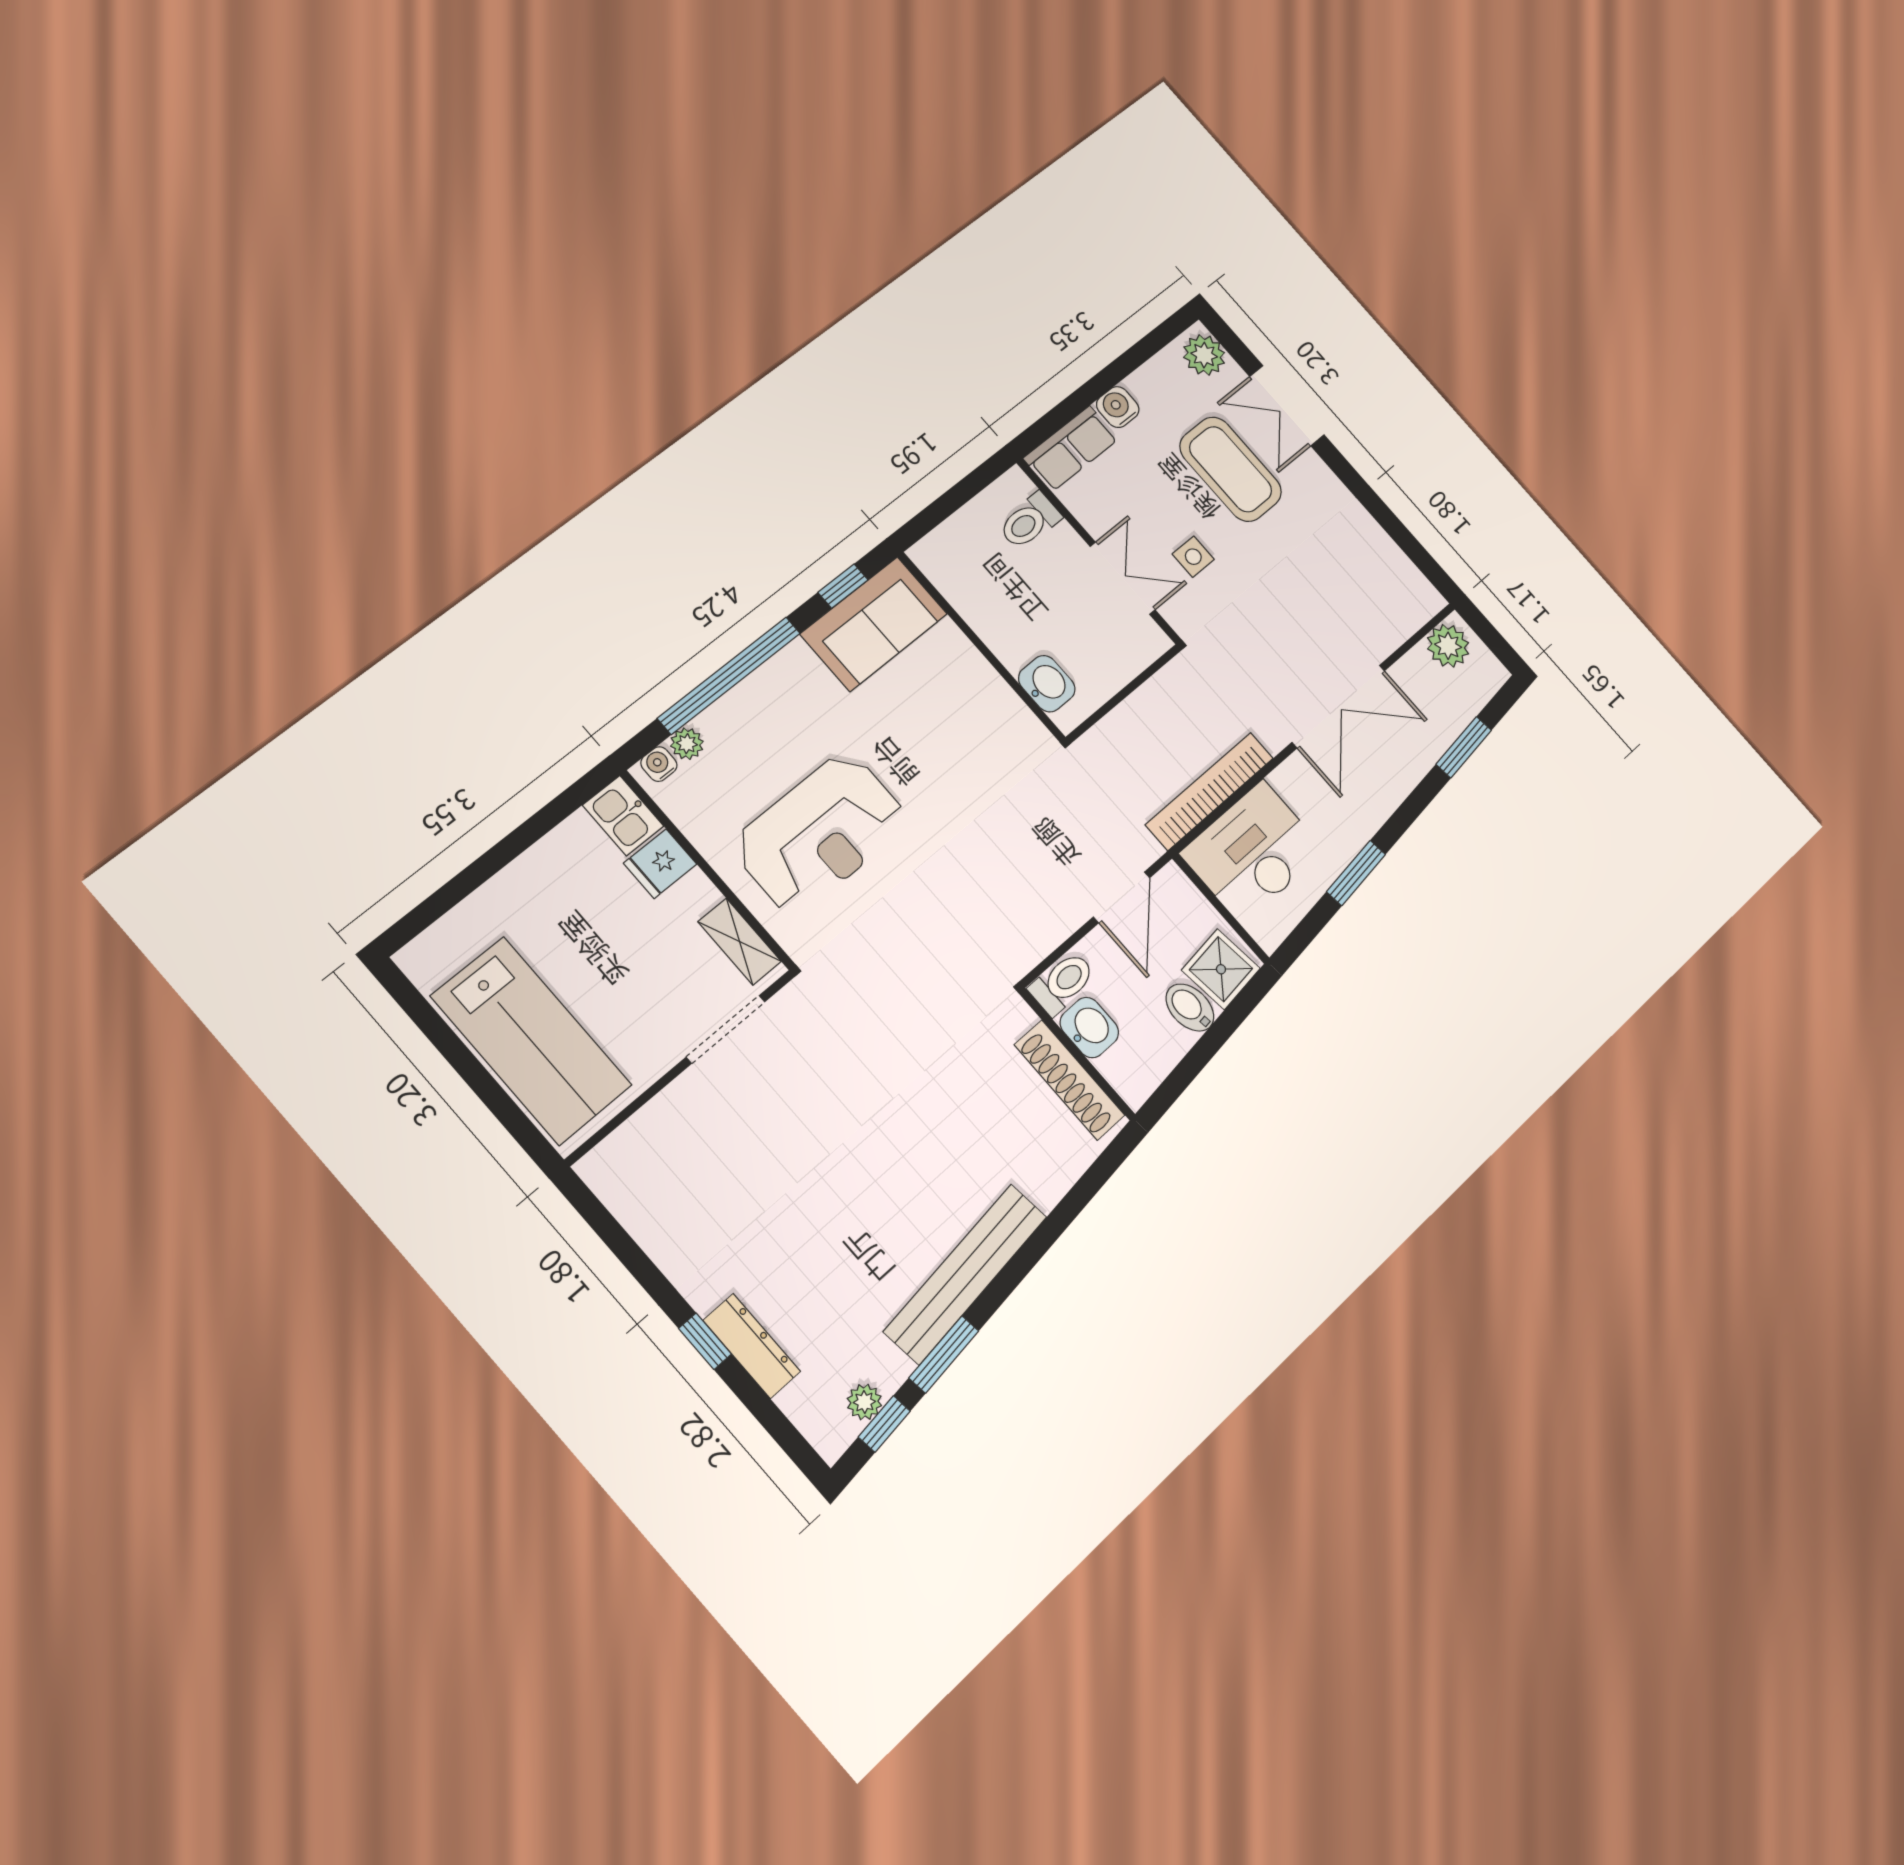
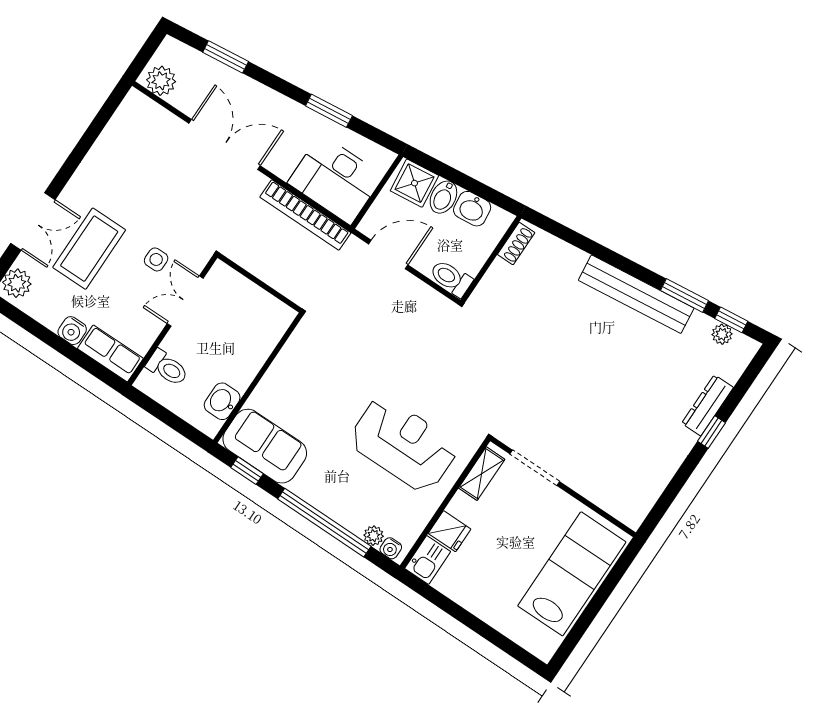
washbasin: (1047, 684) -> (222, 401), moved
washbasin: (1089, 1027) -> (472, 209), moved, turned -96
shoe rack: (1070, 1080) -> (516, 244), width x0.51, depth x0.81

